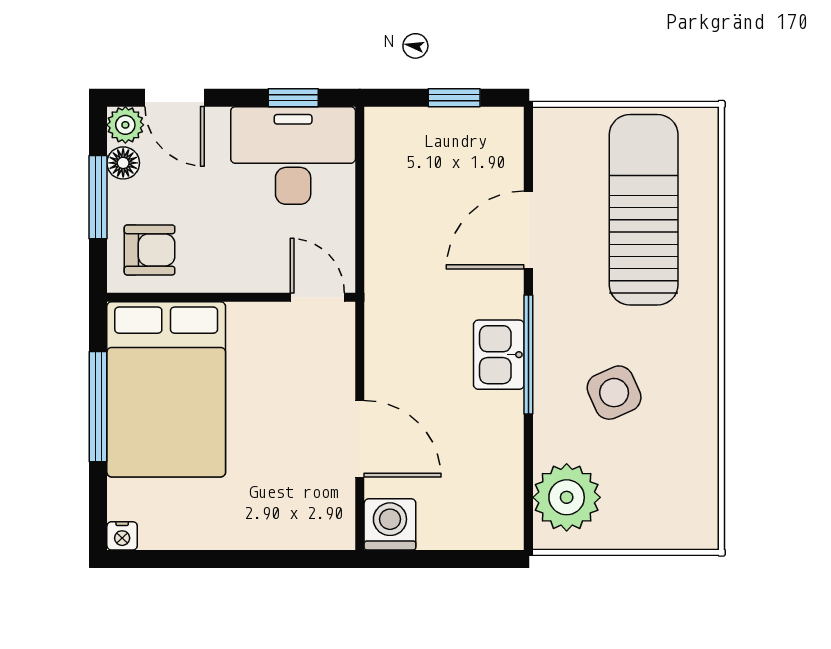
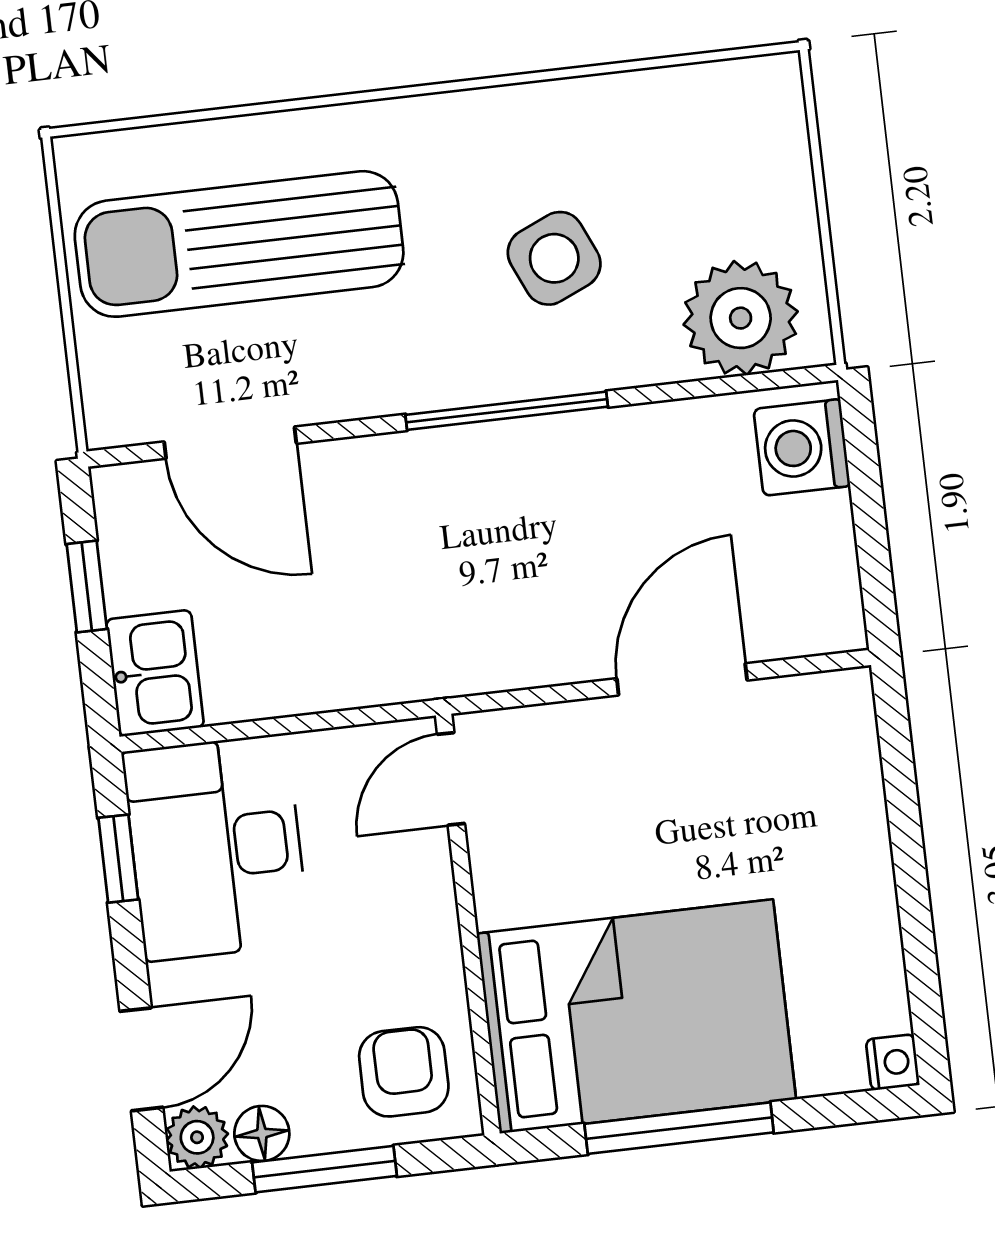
door: (528, 230) -> (230, 443), moved
kitchen sink: (499, 355) -> (155, 673), moved, turned -90
washing machine: (390, 524) -> (802, 447), moved

